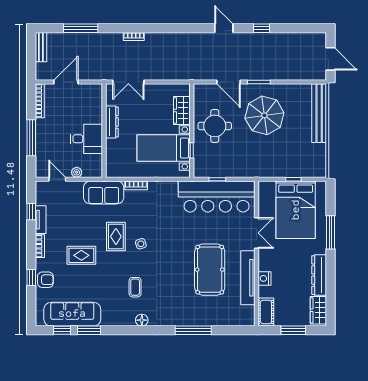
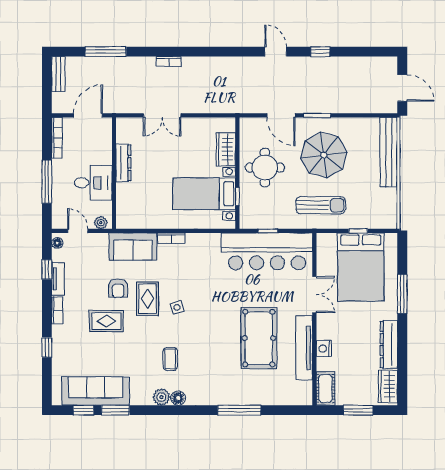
dresser: (112, 122) -> (123, 163), moved
wall: (104, 131) -> (114, 173), moved
desk: (86, 139) -> (93, 183), moved
sun lounger: (262, 158) -> (321, 205), added
floor lamp: (40, 189) -> (57, 243), added
armchair: (45, 280) -> (118, 288), moved, turned 90
plant: (128, 319) -> (161, 397), added

